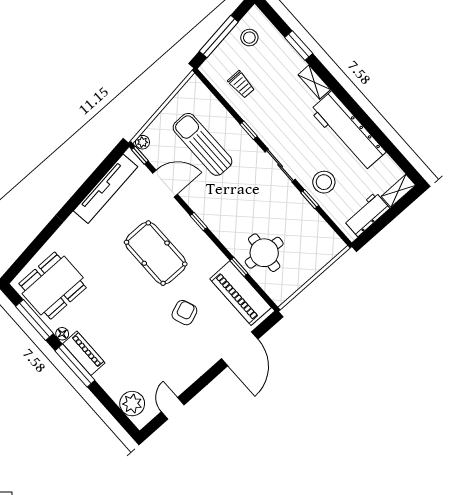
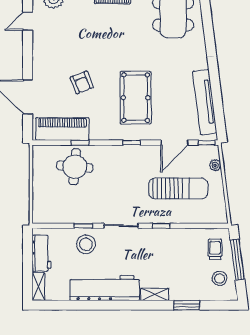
trolley: (241, 85) -> (215, 249), moved, turned 90
plant: (142, 142) -> (215, 165), moved
pool table: (156, 253) -> (136, 98), turned 90
door: (173, 408) -> (28, 21), swing flipped

